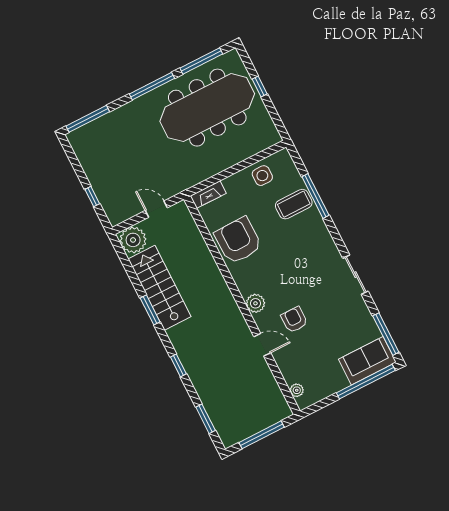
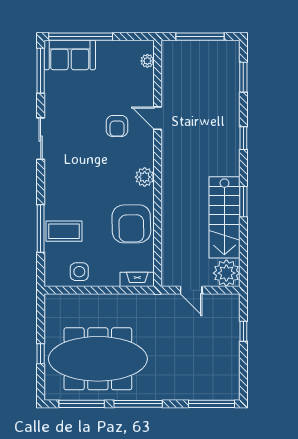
plant: (255, 303) -> (145, 177), moved

